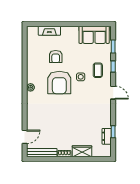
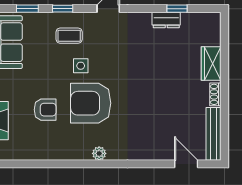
armchair: (59, 83) -> (91, 103), turned 180
dresser: (107, 136) -> (166, 20), moved

